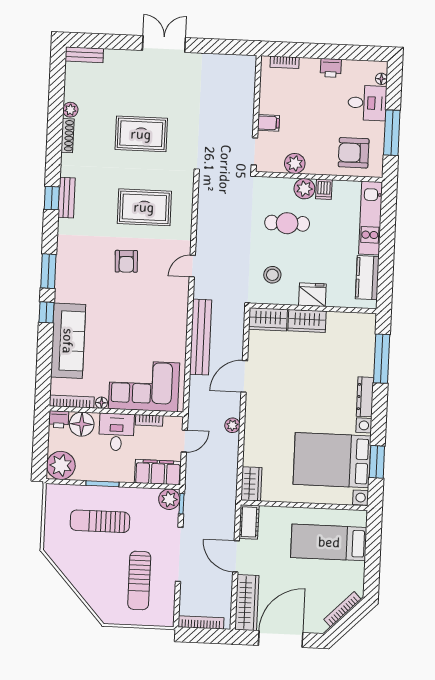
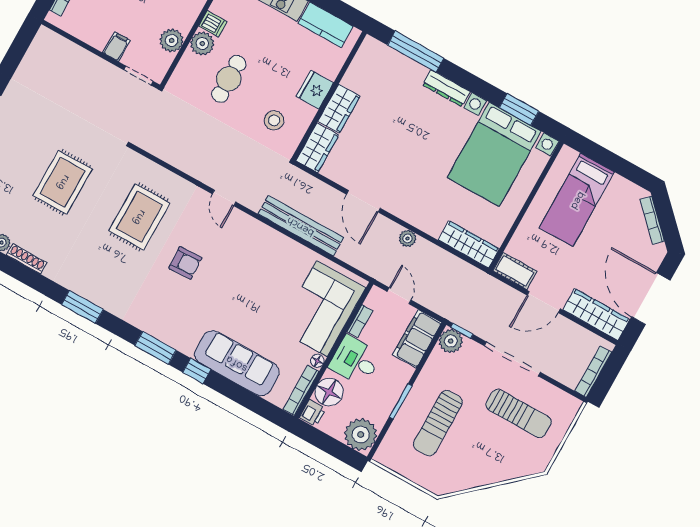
window: (52, 198) -> (82, 307), width x1.50
bench: (67, 198) -> (89, 291), removed
wardrobe: (251, 484) -> (469, 244), width x1.50

